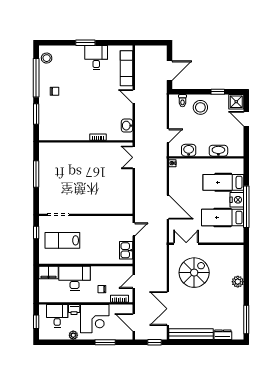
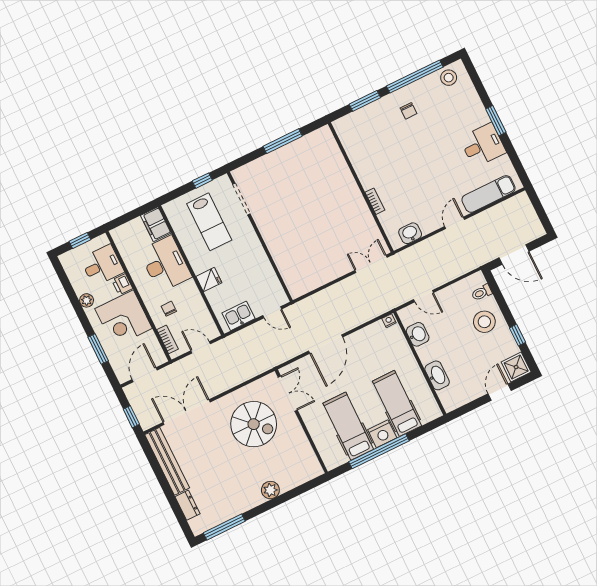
lab bench: (62, 240) -> (209, 222), turned 180
fridge: (96, 257) -> (209, 280), added

